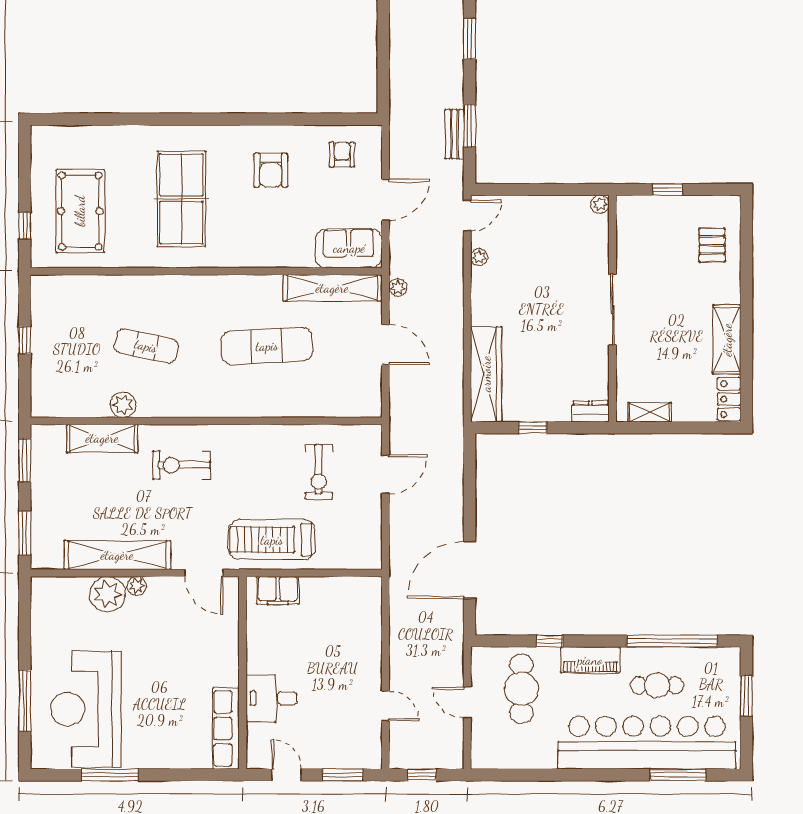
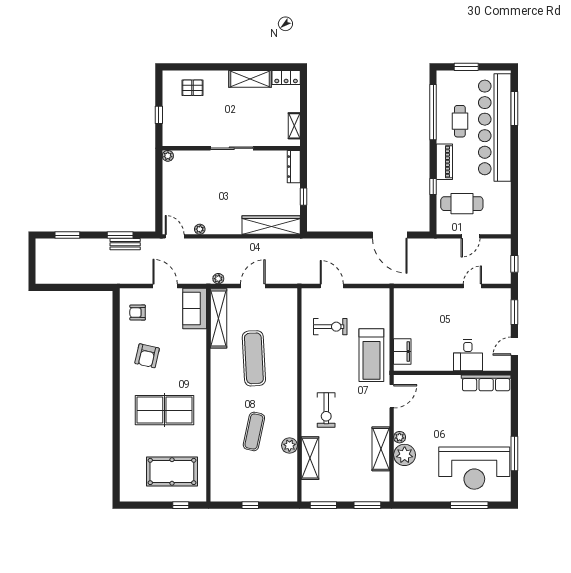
armchair: (271, 170) -> (147, 356), turned 103
dresser: (590, 412) -> (294, 167), width x1.44
shelving: (117, 555) -> (381, 449), width x0.68

